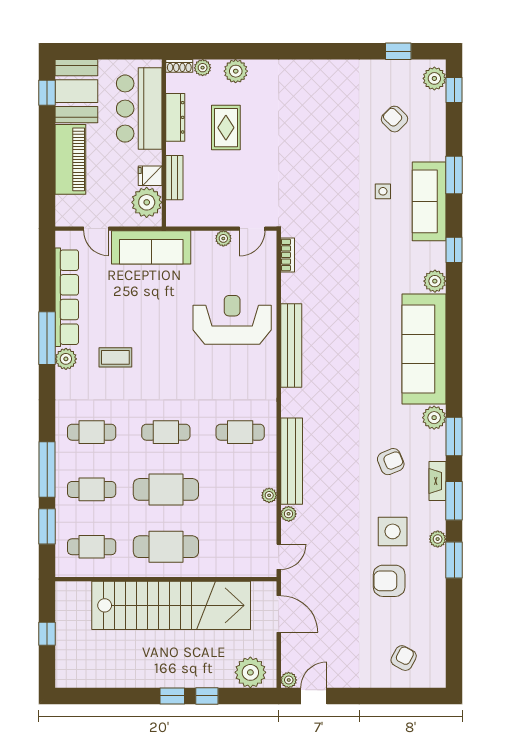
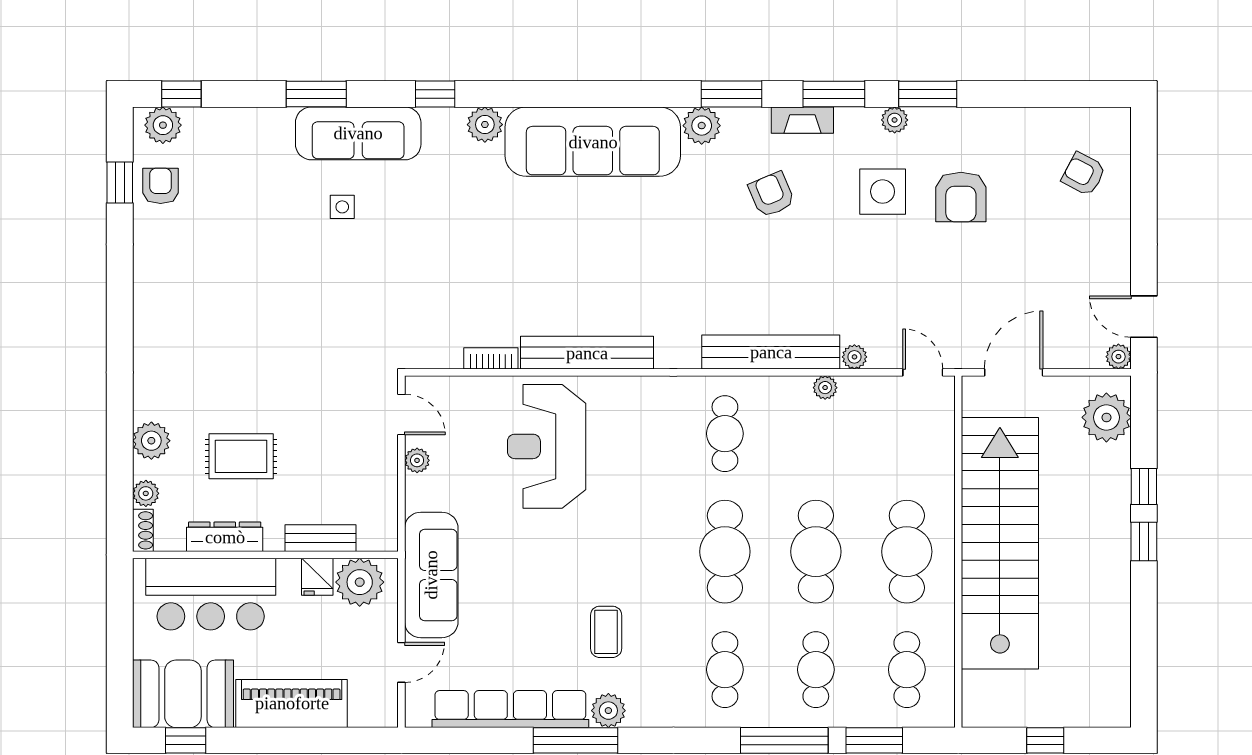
armchair: (395, 119) -> (161, 186), moved, turned 136
bookcase: (288, 255) -> (491, 358), moved
cafe table: (166, 432) -> (725, 552), width x1.37, depth x1.35

